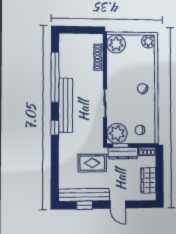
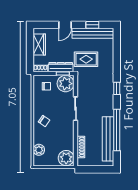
plant: (148, 41) -> (39, 150), moved
bench: (66, 105) -> (108, 139), moved
door: (118, 205) -> (65, 25), swing flipped

